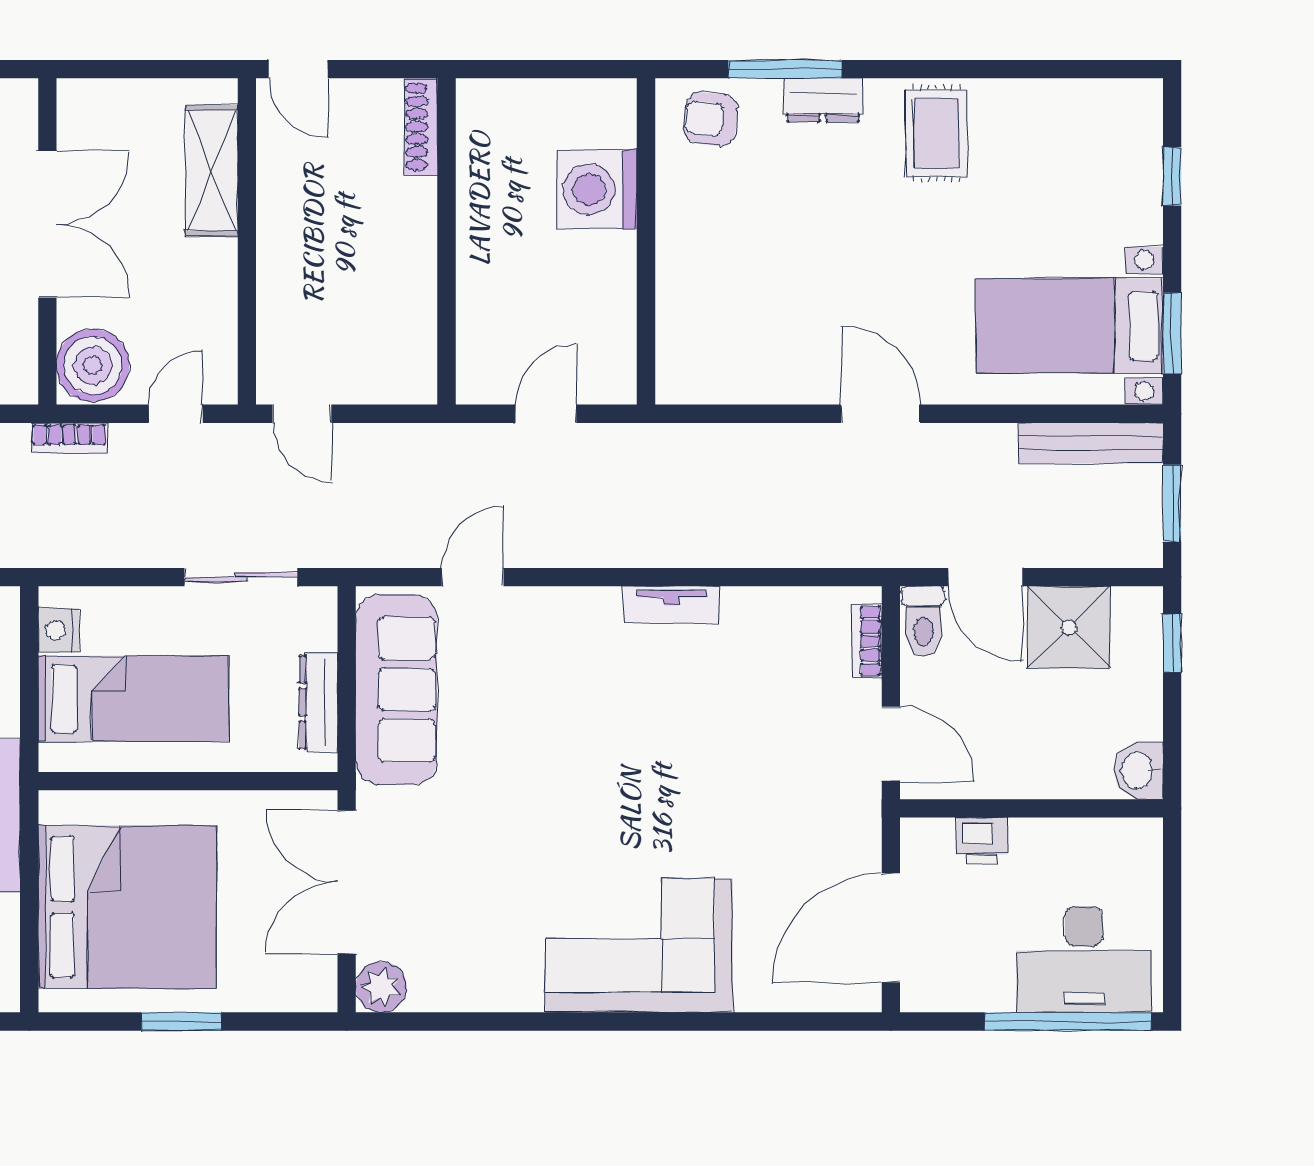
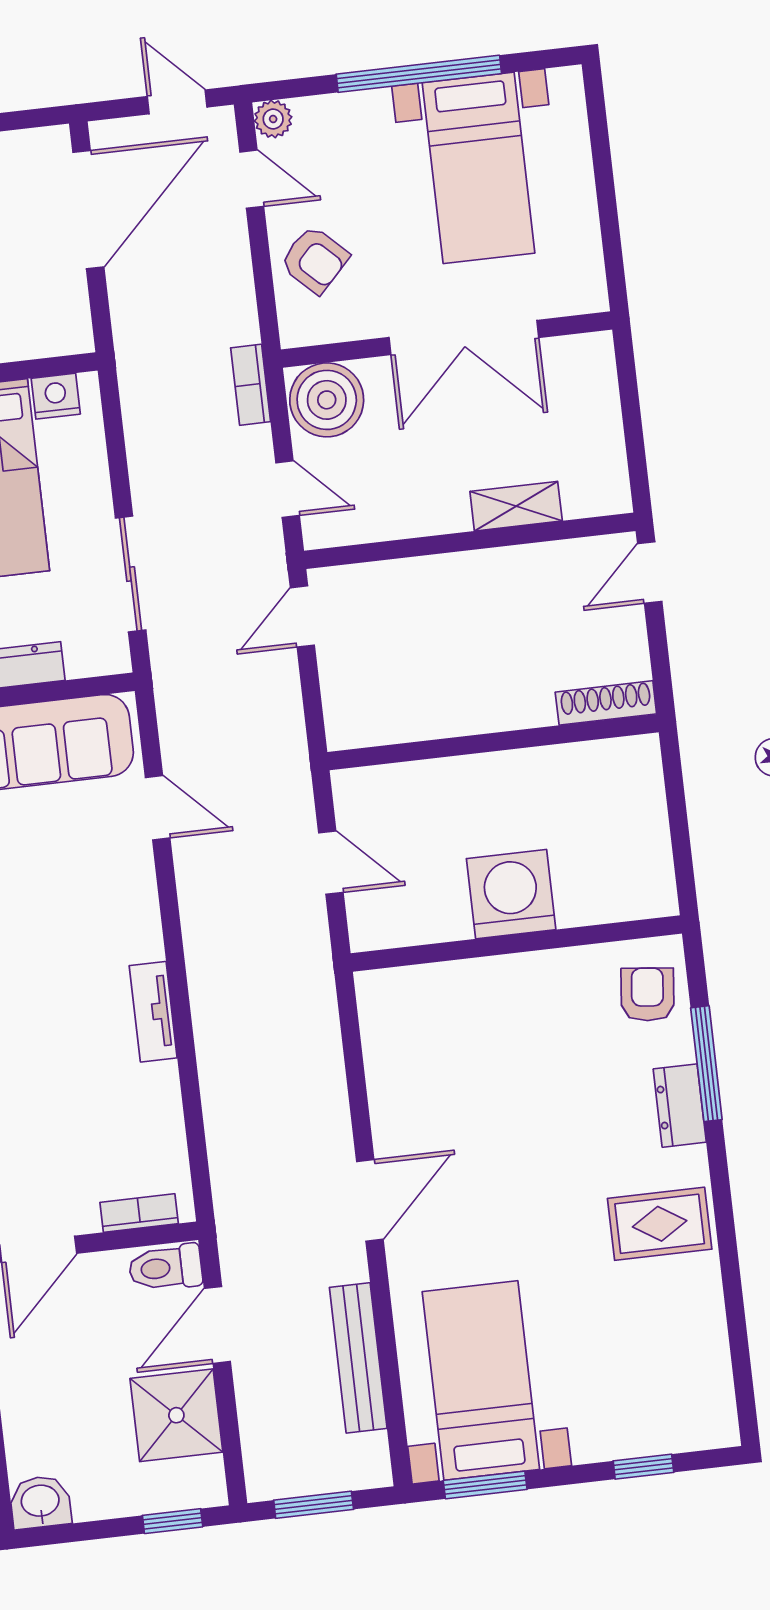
shelving: (212, 170) -> (516, 506), width x0.67, depth x0.75
washing machine: (597, 189) -> (511, 894), moved
bench: (1091, 443) -> (358, 1358), moved

